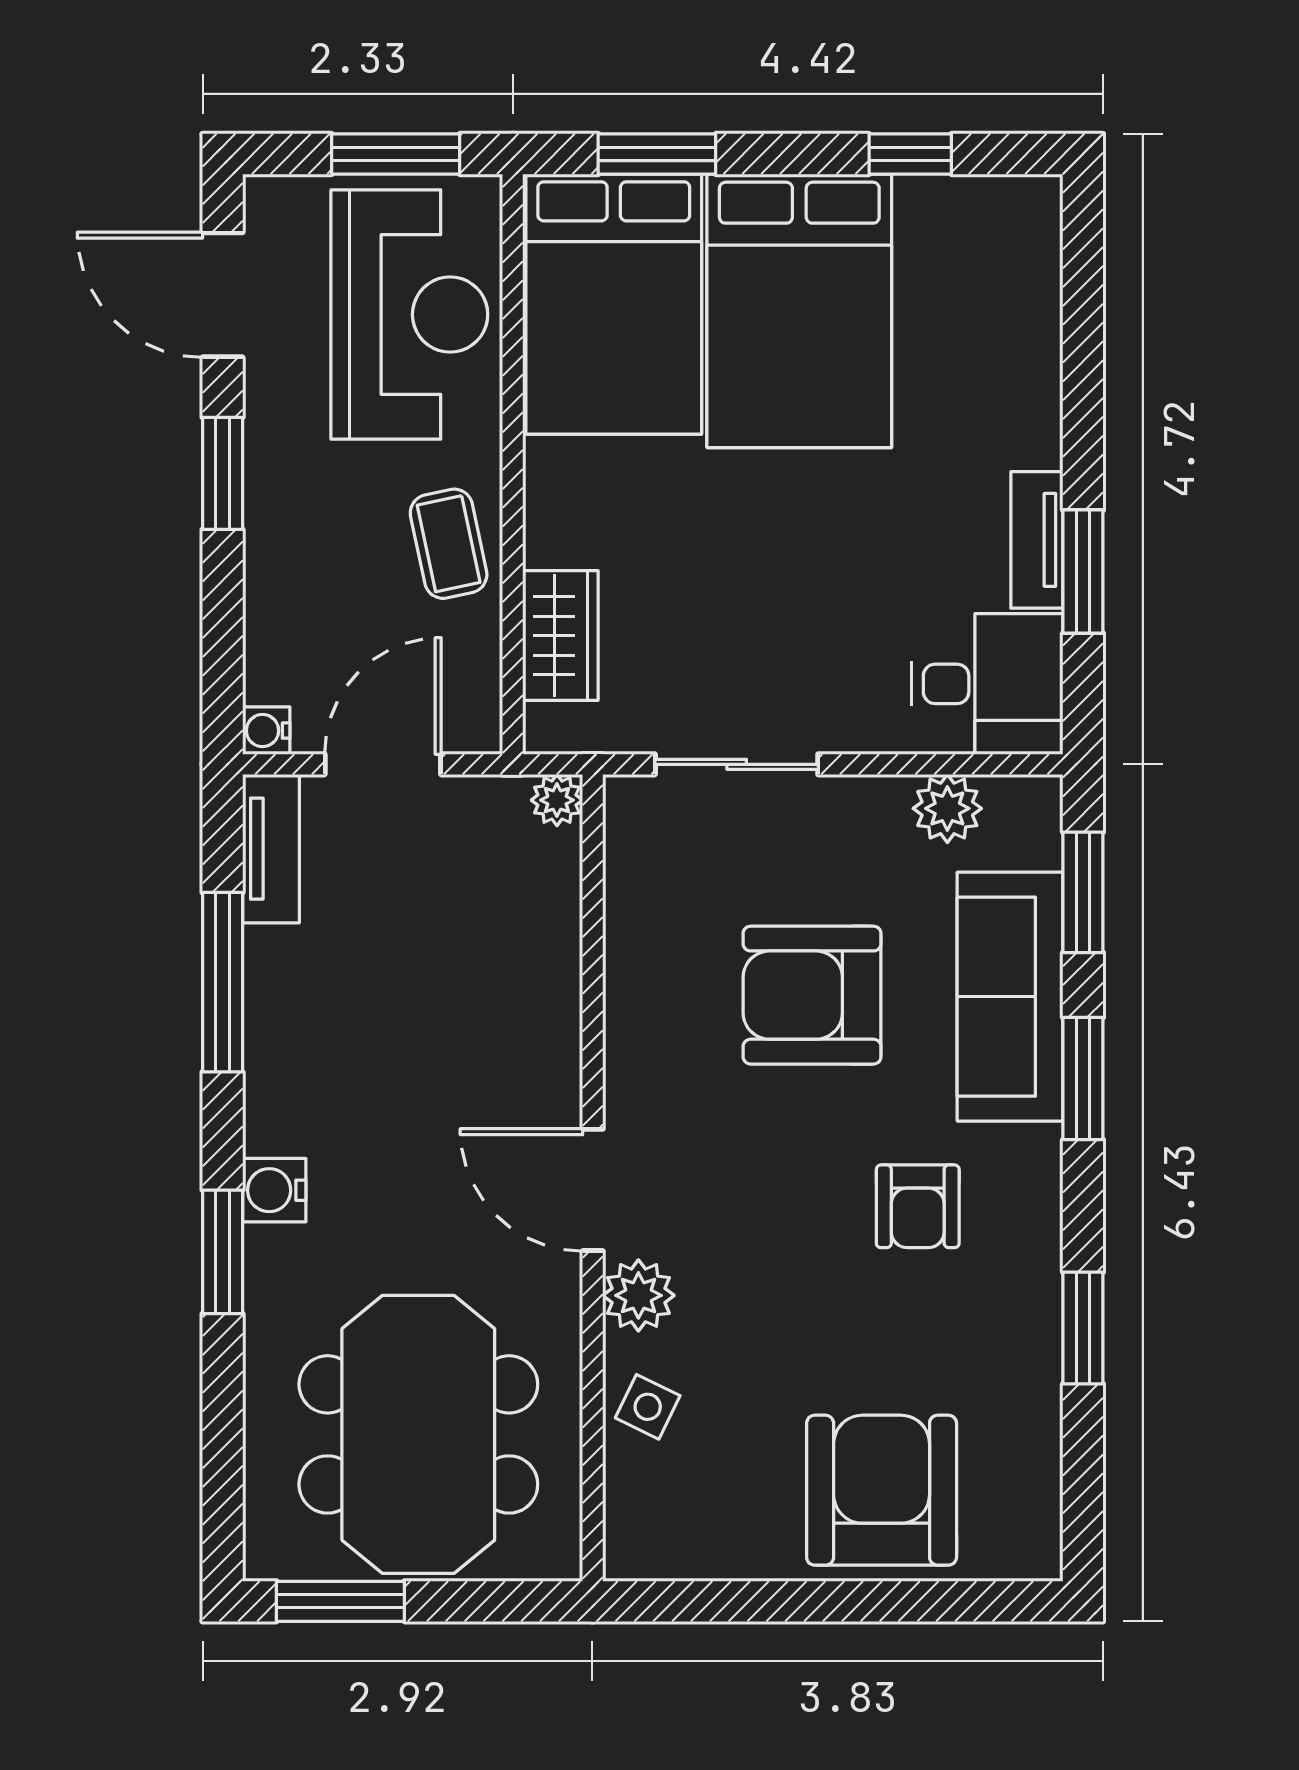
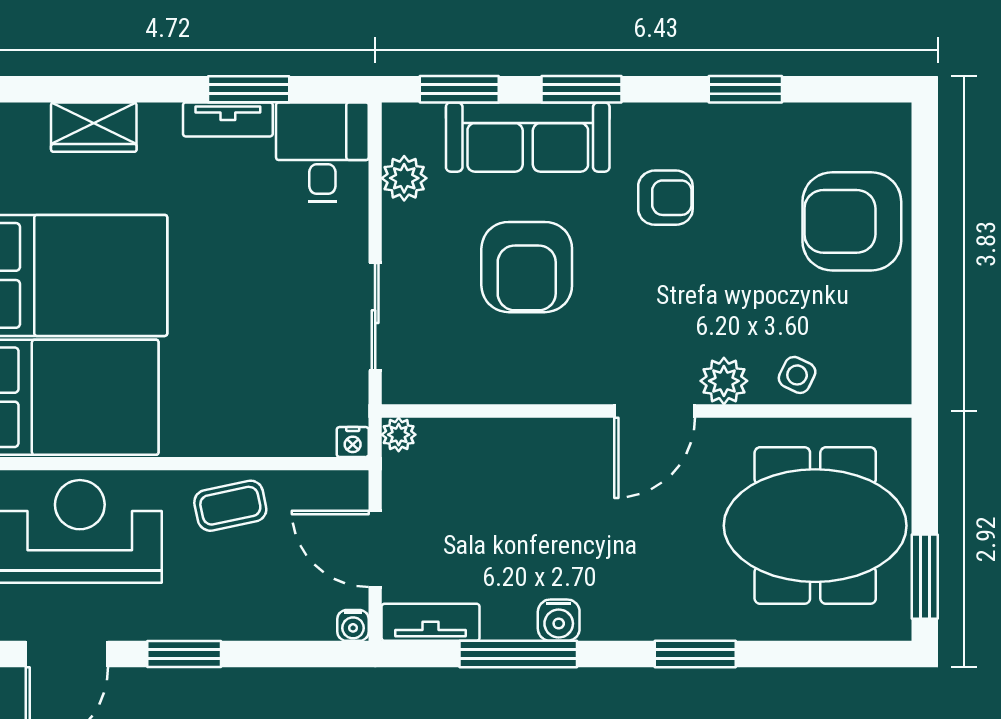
wardrobe: (560, 636) -> (94, 127), moved, turned 180
nightstand: (546, 730) -> (353, 442), added
water cooler: (274, 1190) -> (559, 620), moved

